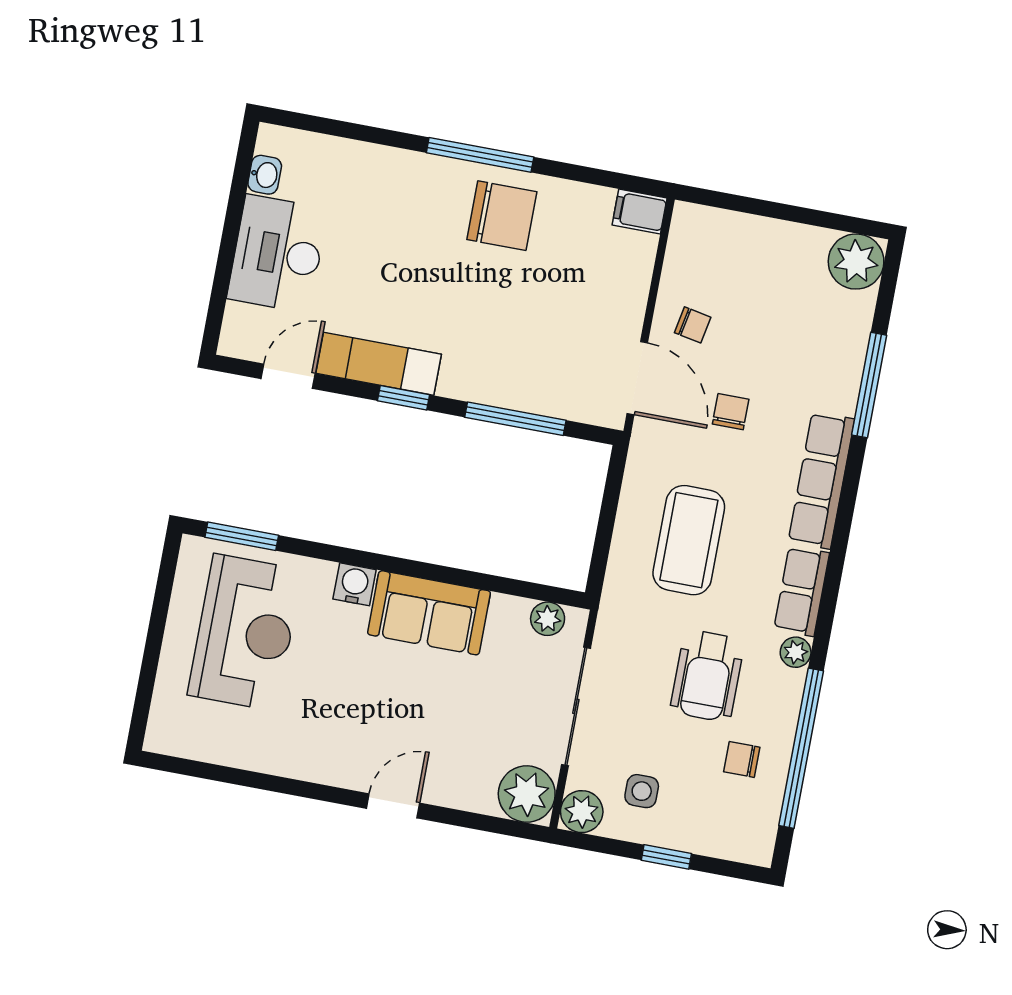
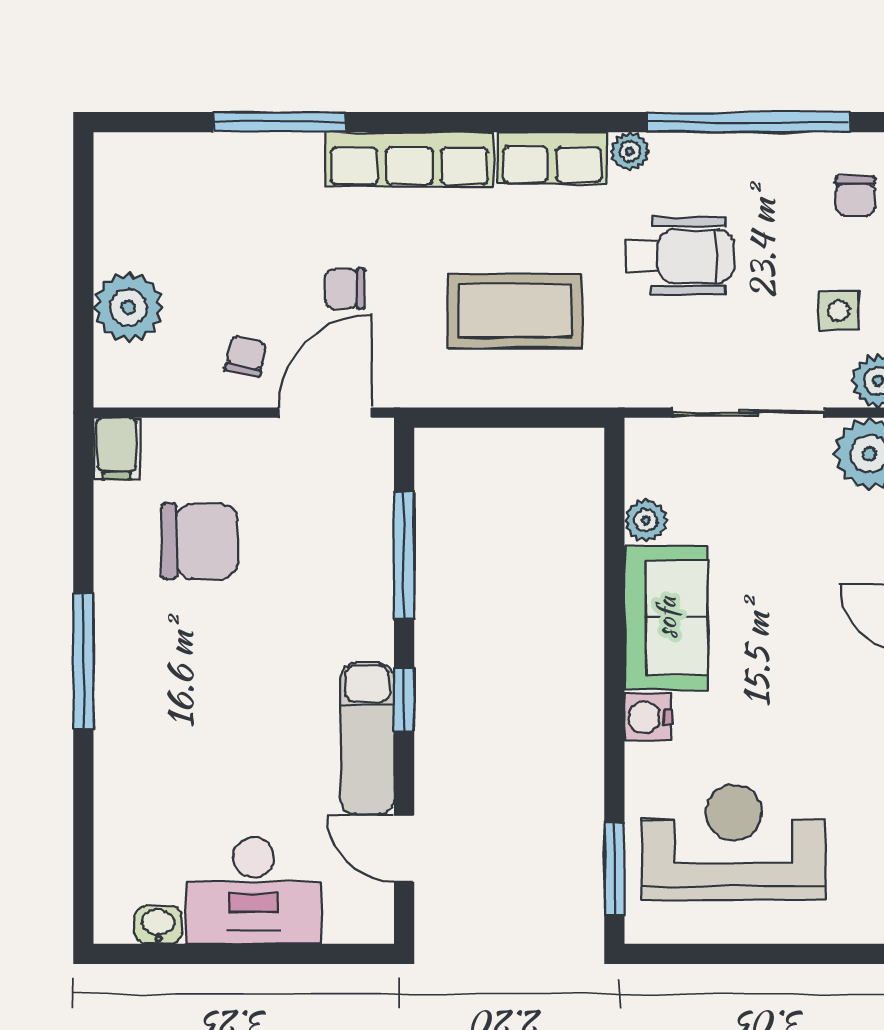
chair: (502, 216) -> (200, 541), moved, turned 90
plant: (856, 262) -> (129, 307), moved
plant: (548, 619) -> (646, 520), moved
chair: (742, 759) -> (855, 196), moved

